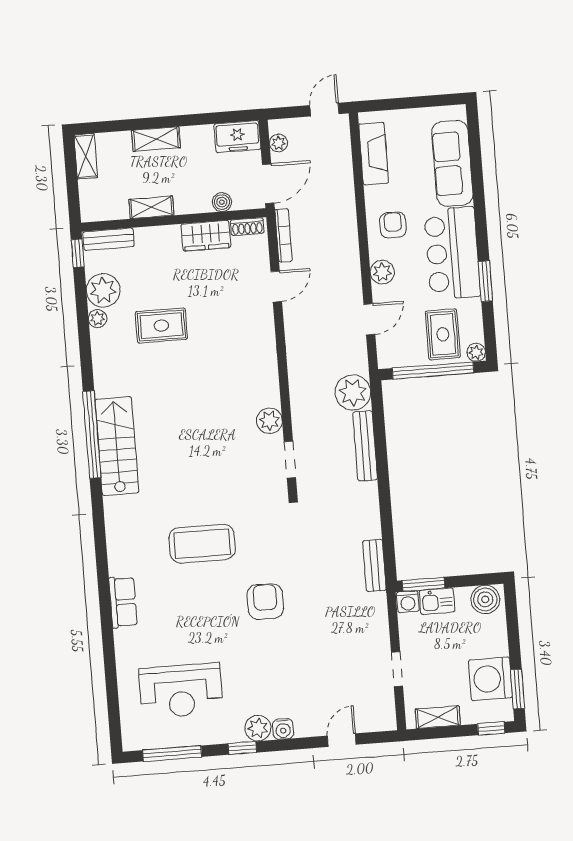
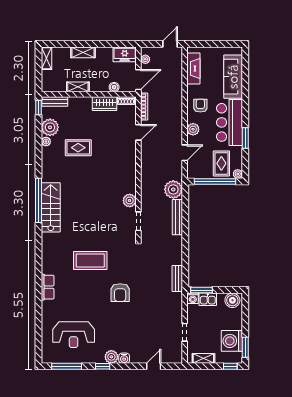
armchair: (265, 602) -> (120, 293), turned 180

